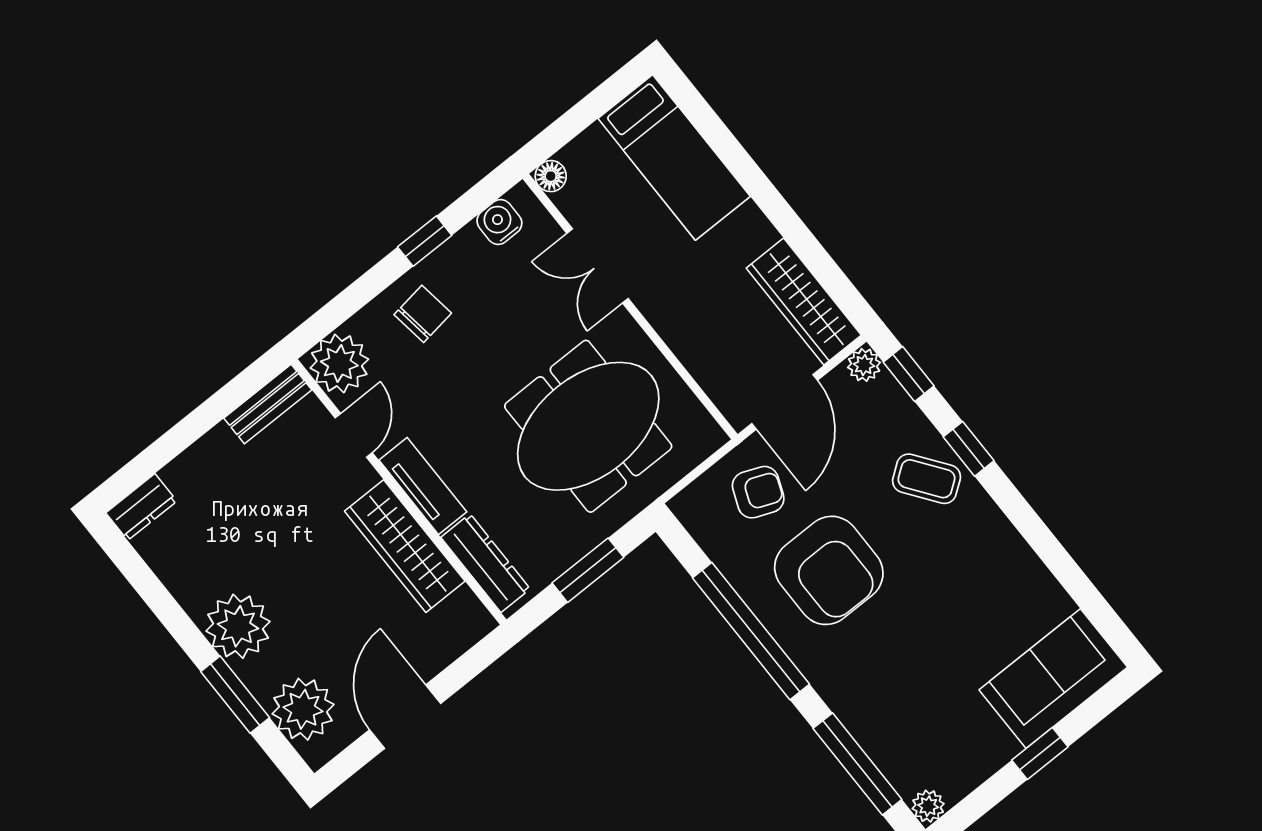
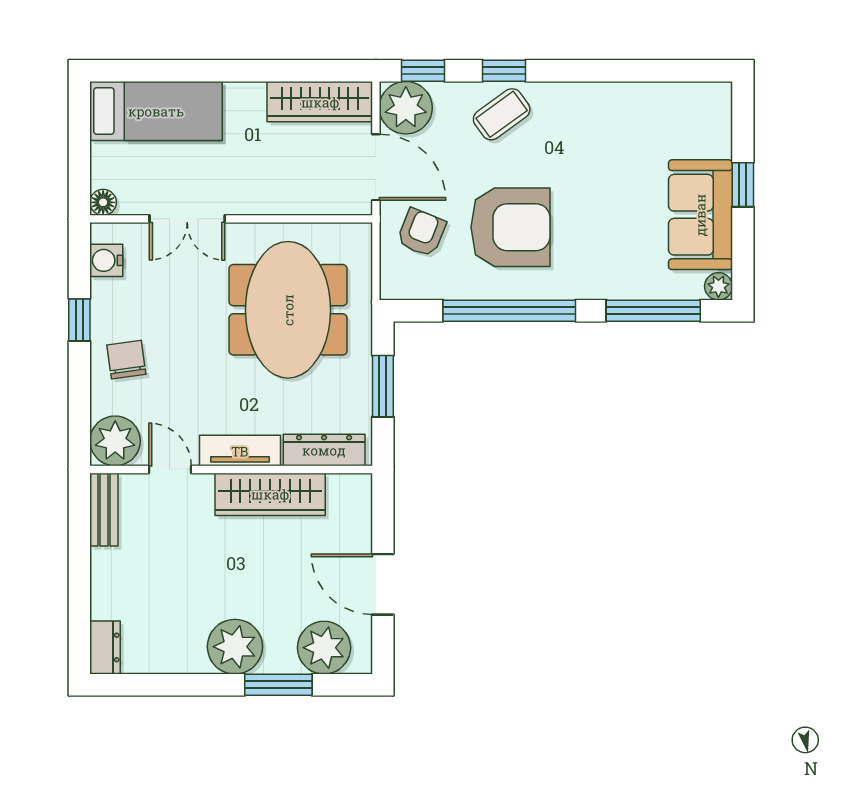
plant: (864, 365) -> (406, 108), width x1.88, depth x1.88
sofa: (1053, 679) -> (700, 215), moved

